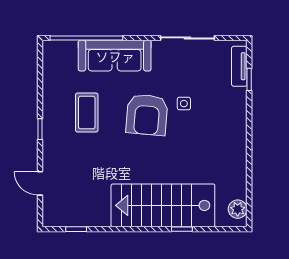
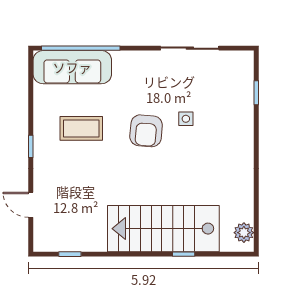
sofa: (115, 56) -> (72, 67), moved
tv unit: (239, 66) -> (246, 79), removed
coffee table: (87, 113) -> (81, 128), turned 90
armchair: (147, 115) -> (146, 131), width x0.73, depth x0.73

